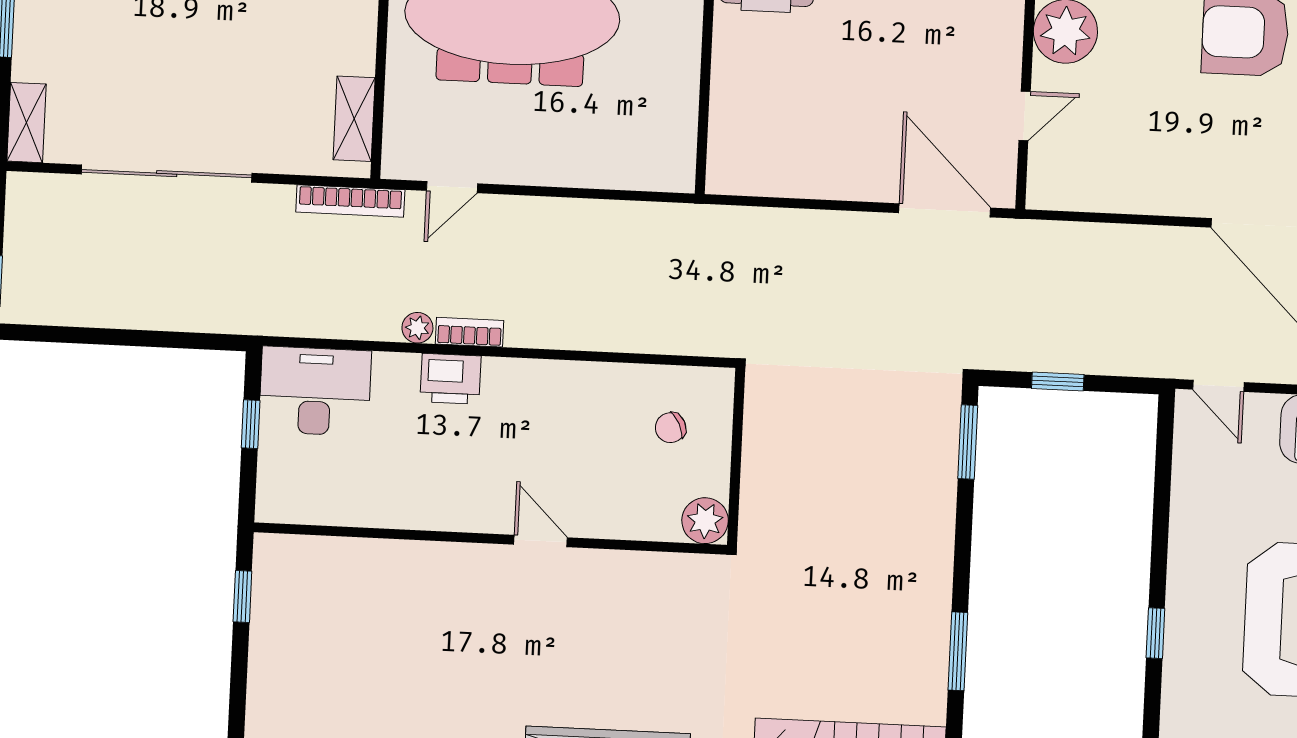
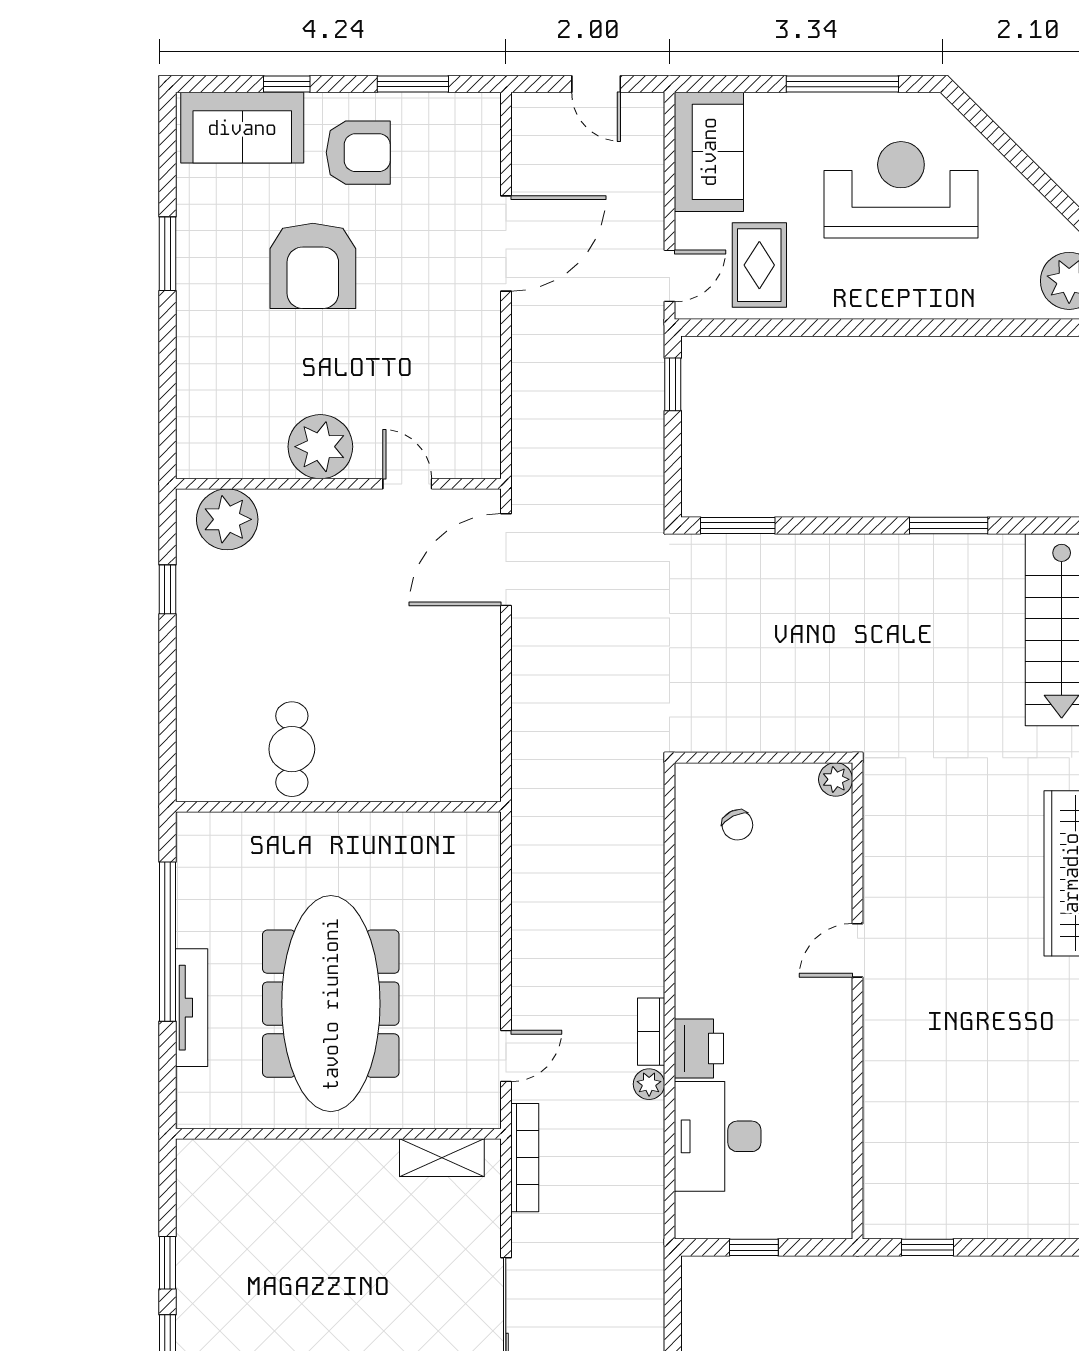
door: (452, 187) -> (506, 1056), hinge flipped
window: (1058, 382) -> (673, 384), moved
desk: (315, 391) -> (718, 1136), moved
rug: (1225, 476) -> (759, 265), added
plant: (705, 521) -> (836, 779), width x0.73, depth x0.73
window: (1155, 633) -> (921, 328), removed

